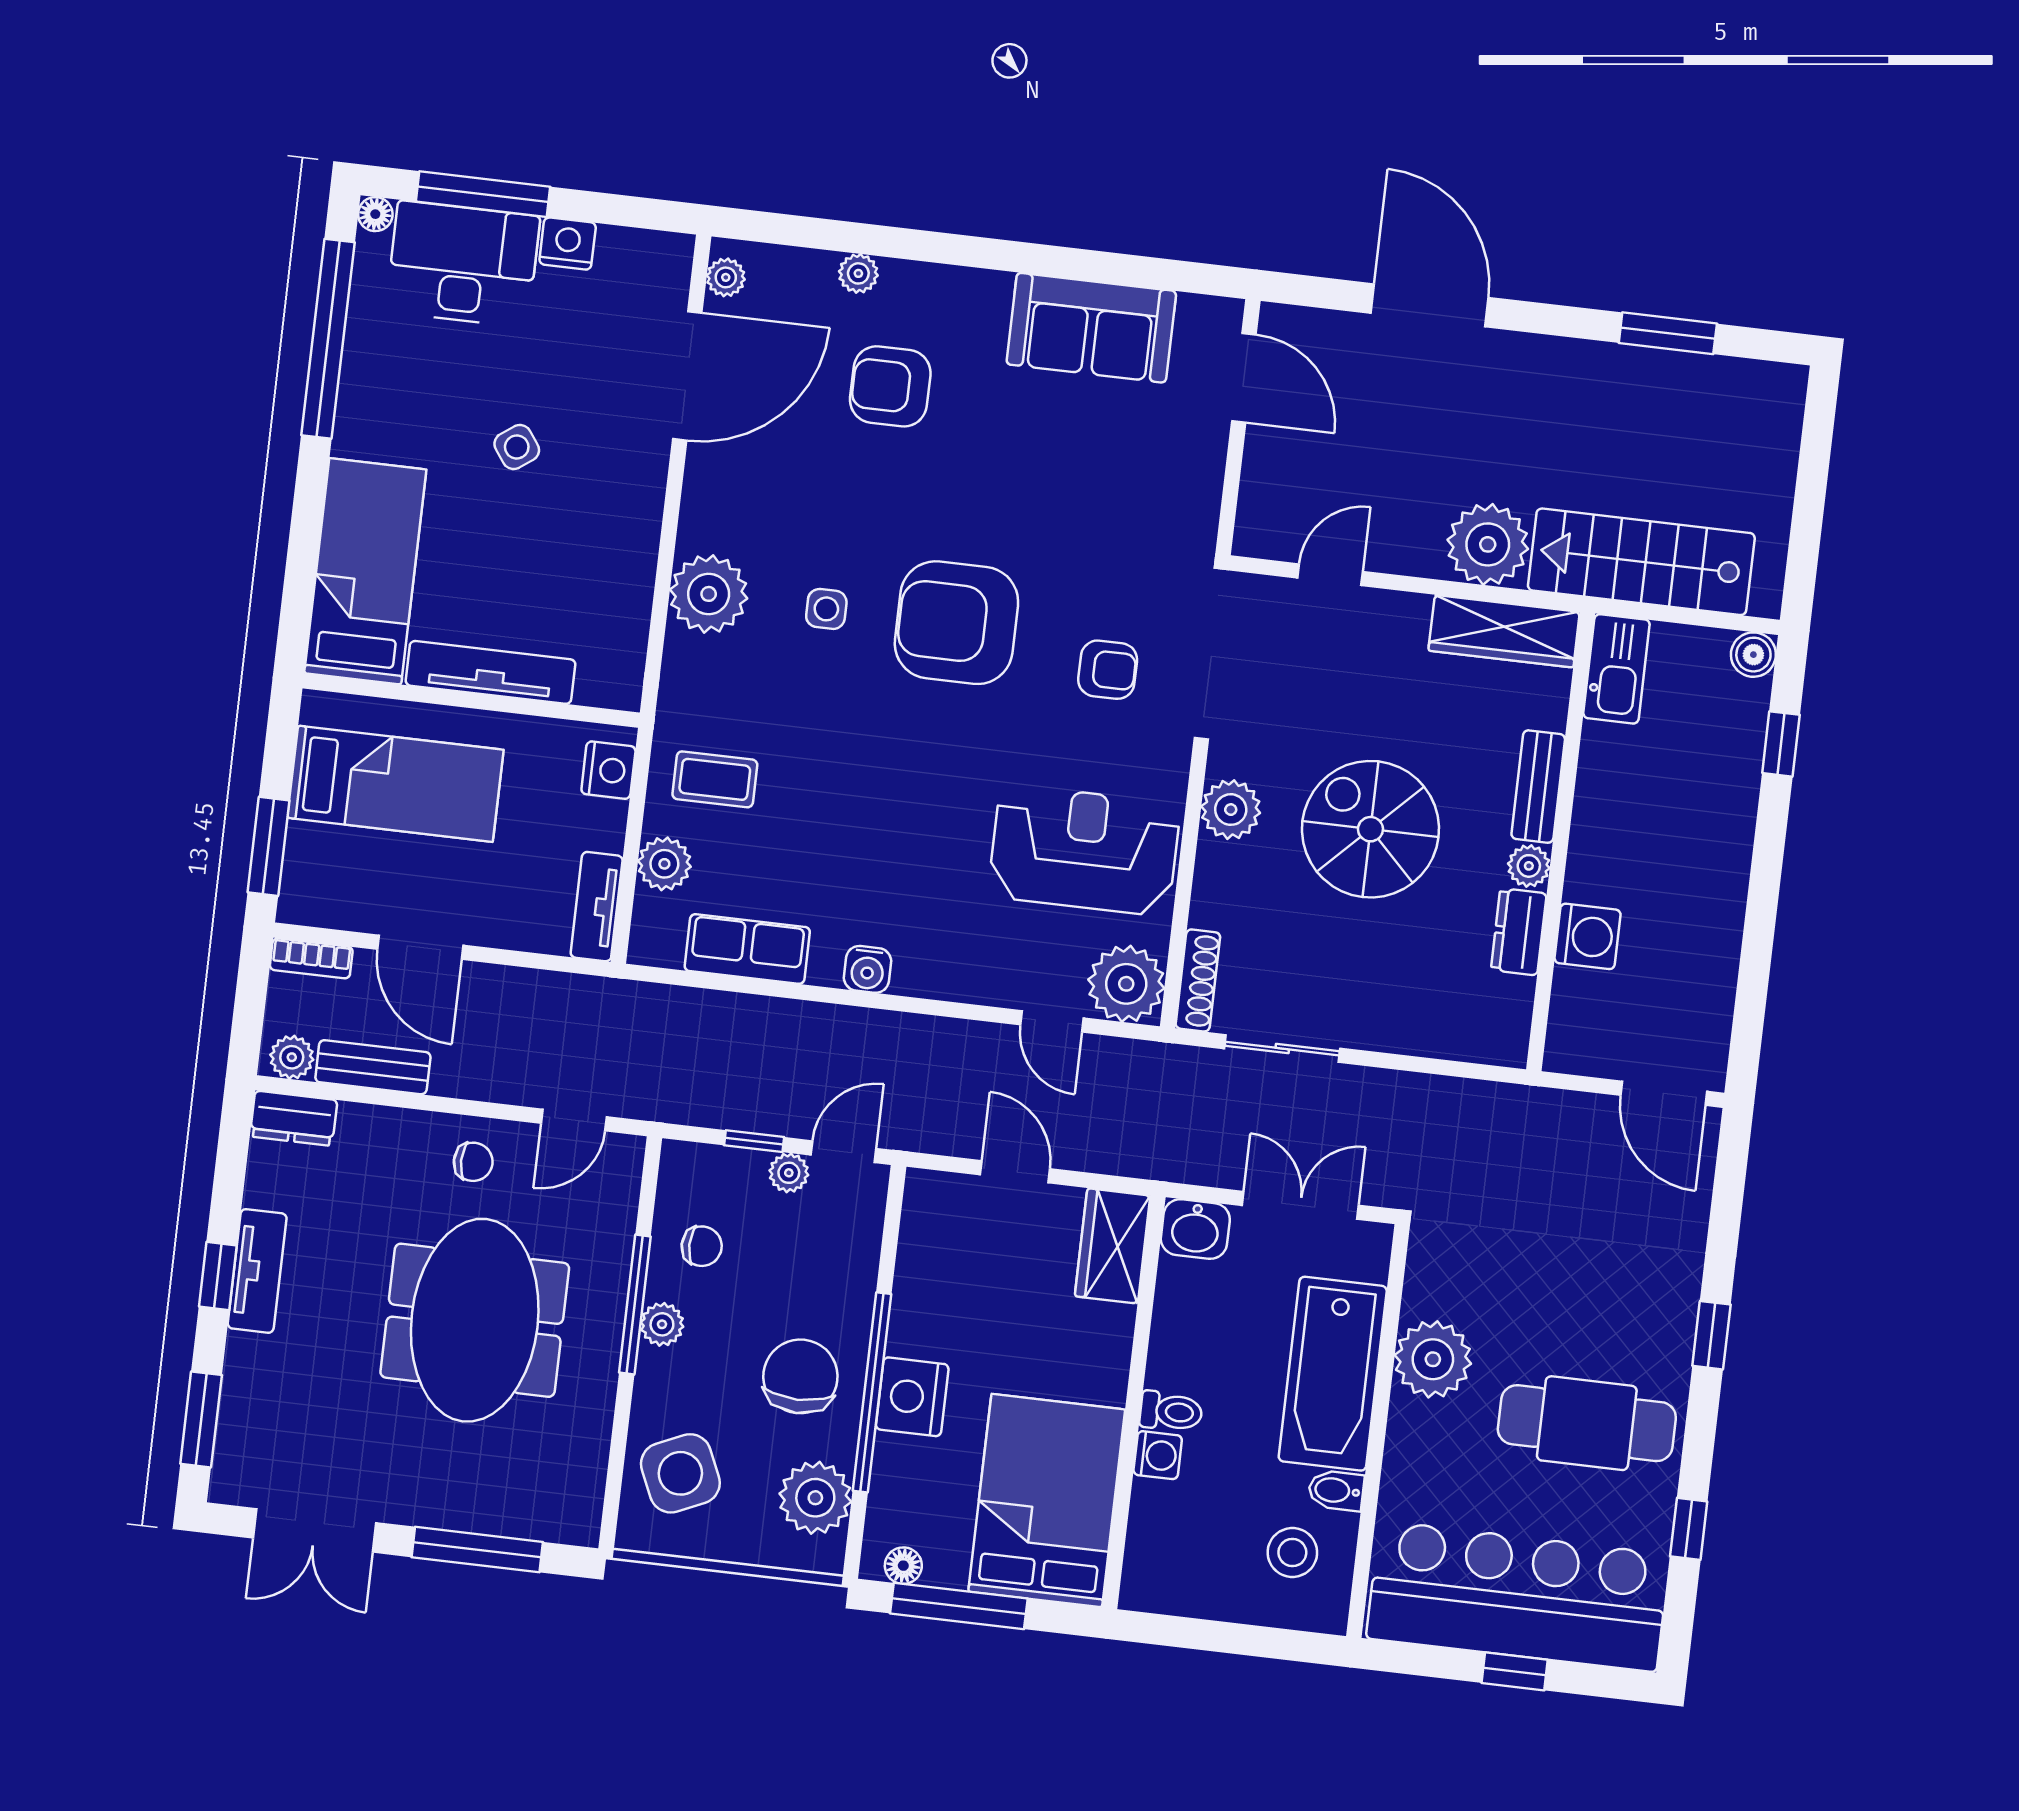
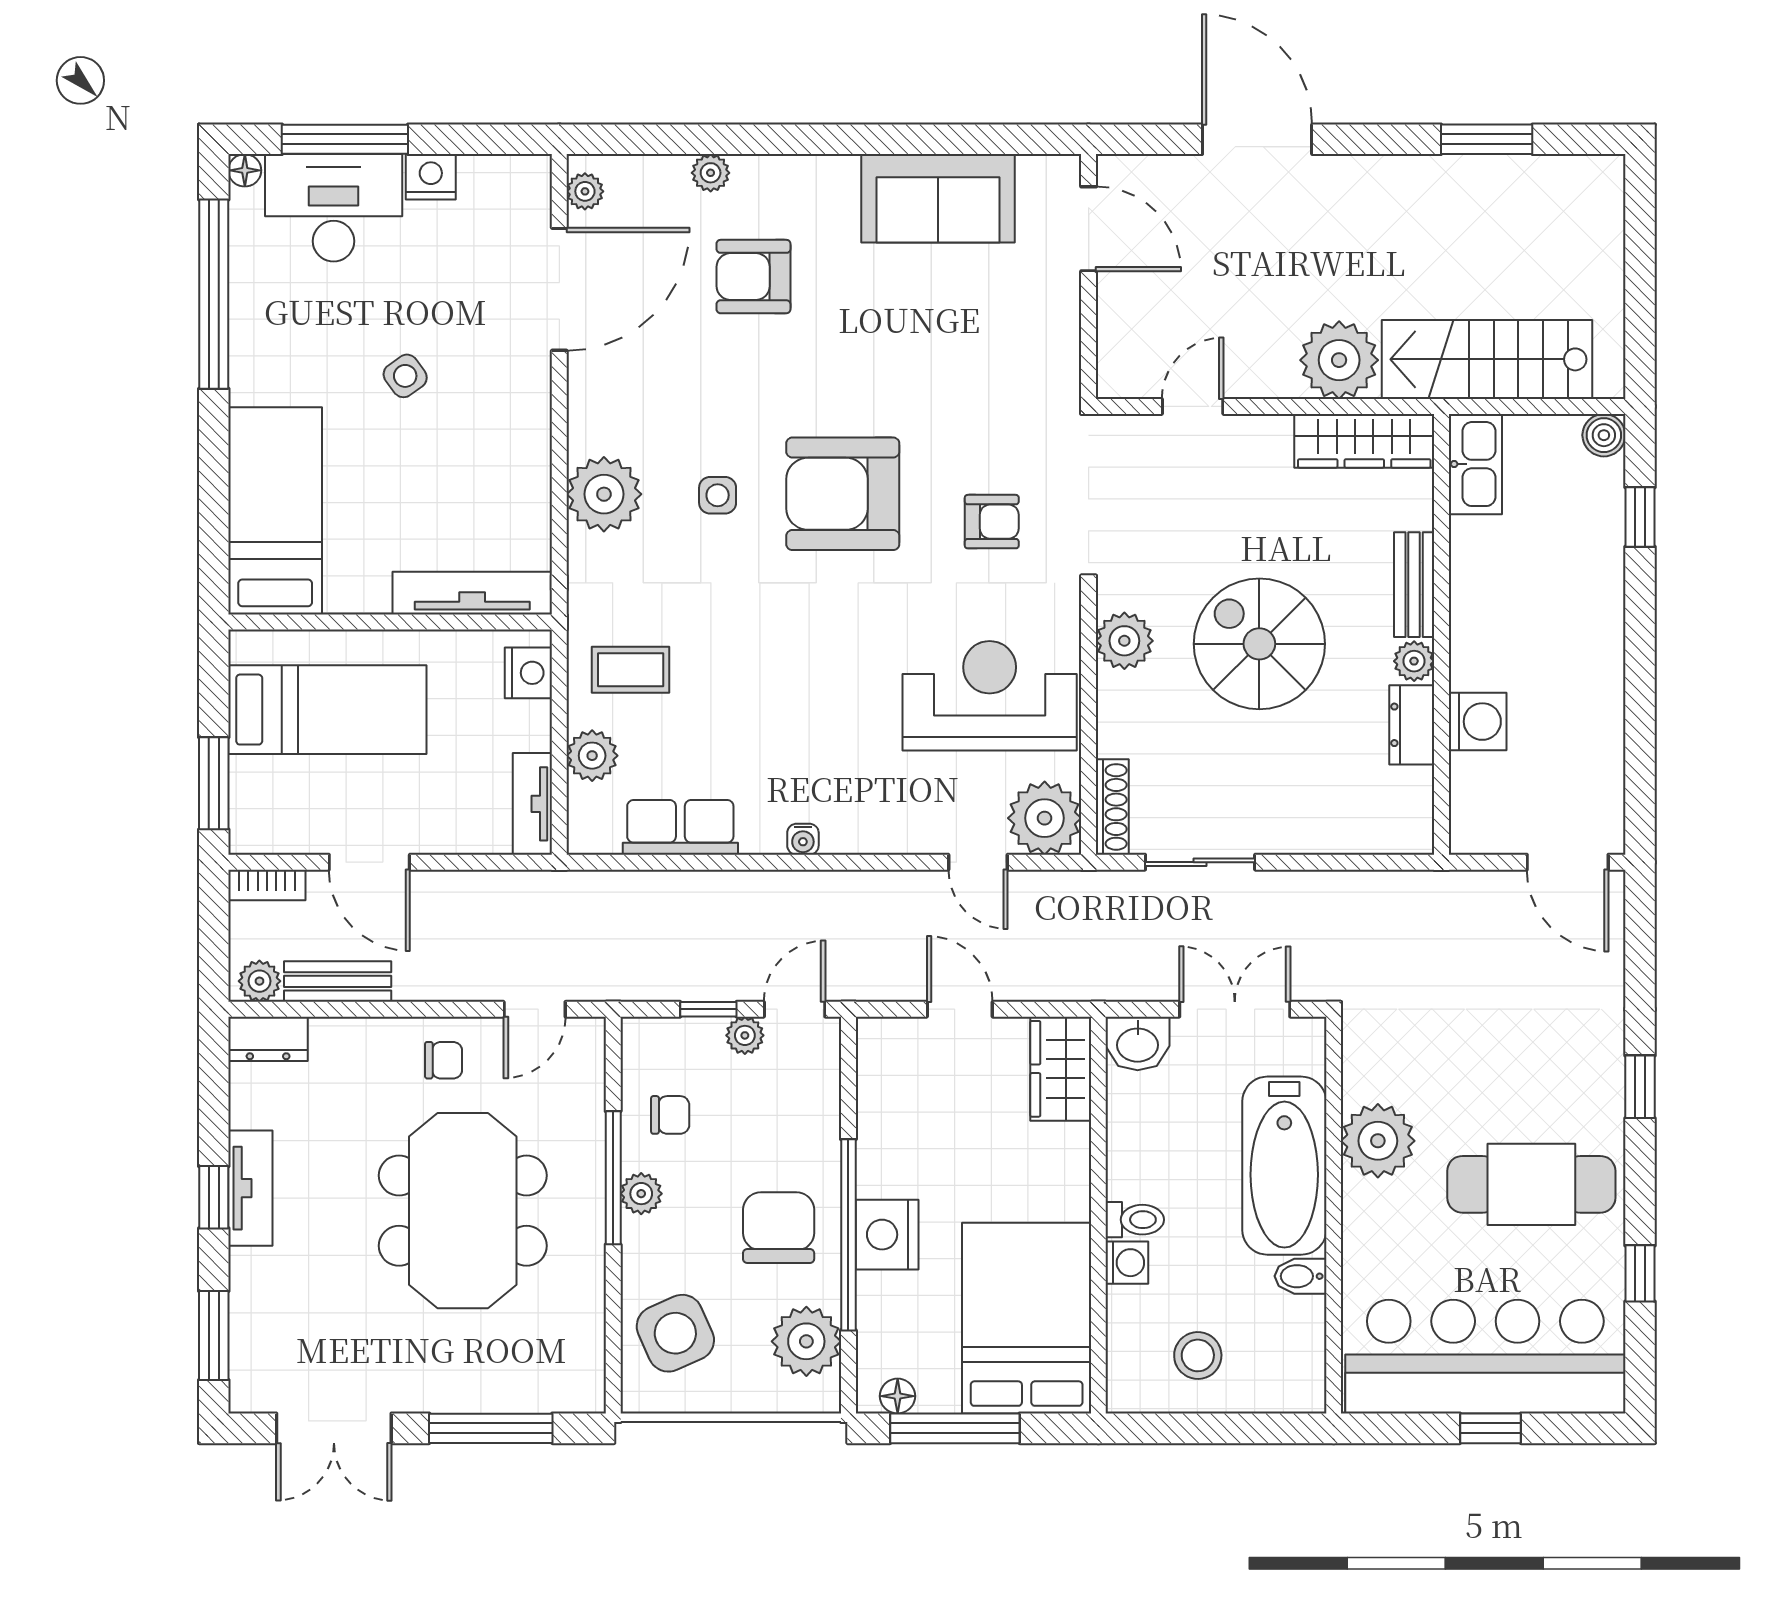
tv unit: (490, 672) -> (472, 593), moved
water cooler: (868, 969) -> (803, 839), width x0.72, depth x0.72
stool: (1292, 1553) -> (1198, 1355), moved

